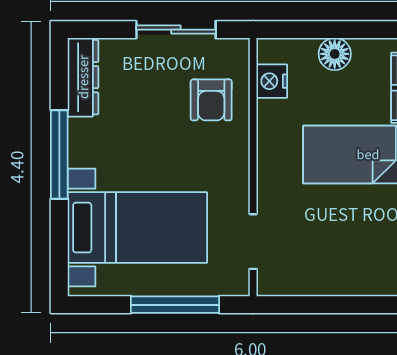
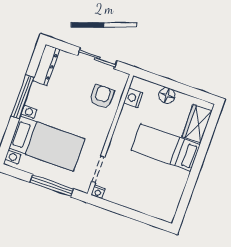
armchair: (211, 100) -> (102, 97), turned 180
nightstand: (268, 285) -> (98, 192), added

